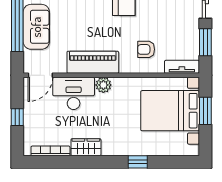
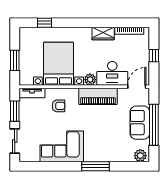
bed with nightstands: (170, 111) -> (59, 64), moved, turned -90
window: (138, 162) -> (45, 23), moved

